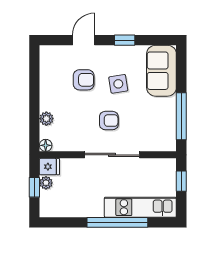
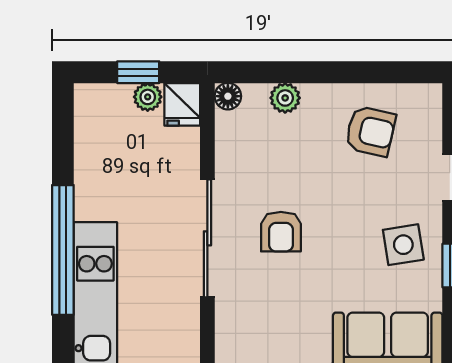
armchair: (84, 80) -> (370, 131), moved, turned -77
side table: (118, 84) -> (403, 245), moved

